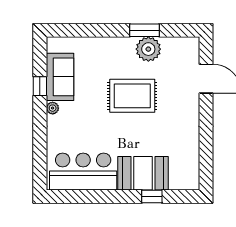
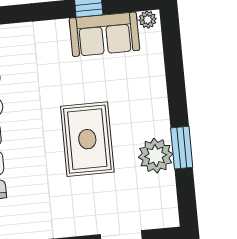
plant: (53, 108) -> (148, 20), moved

